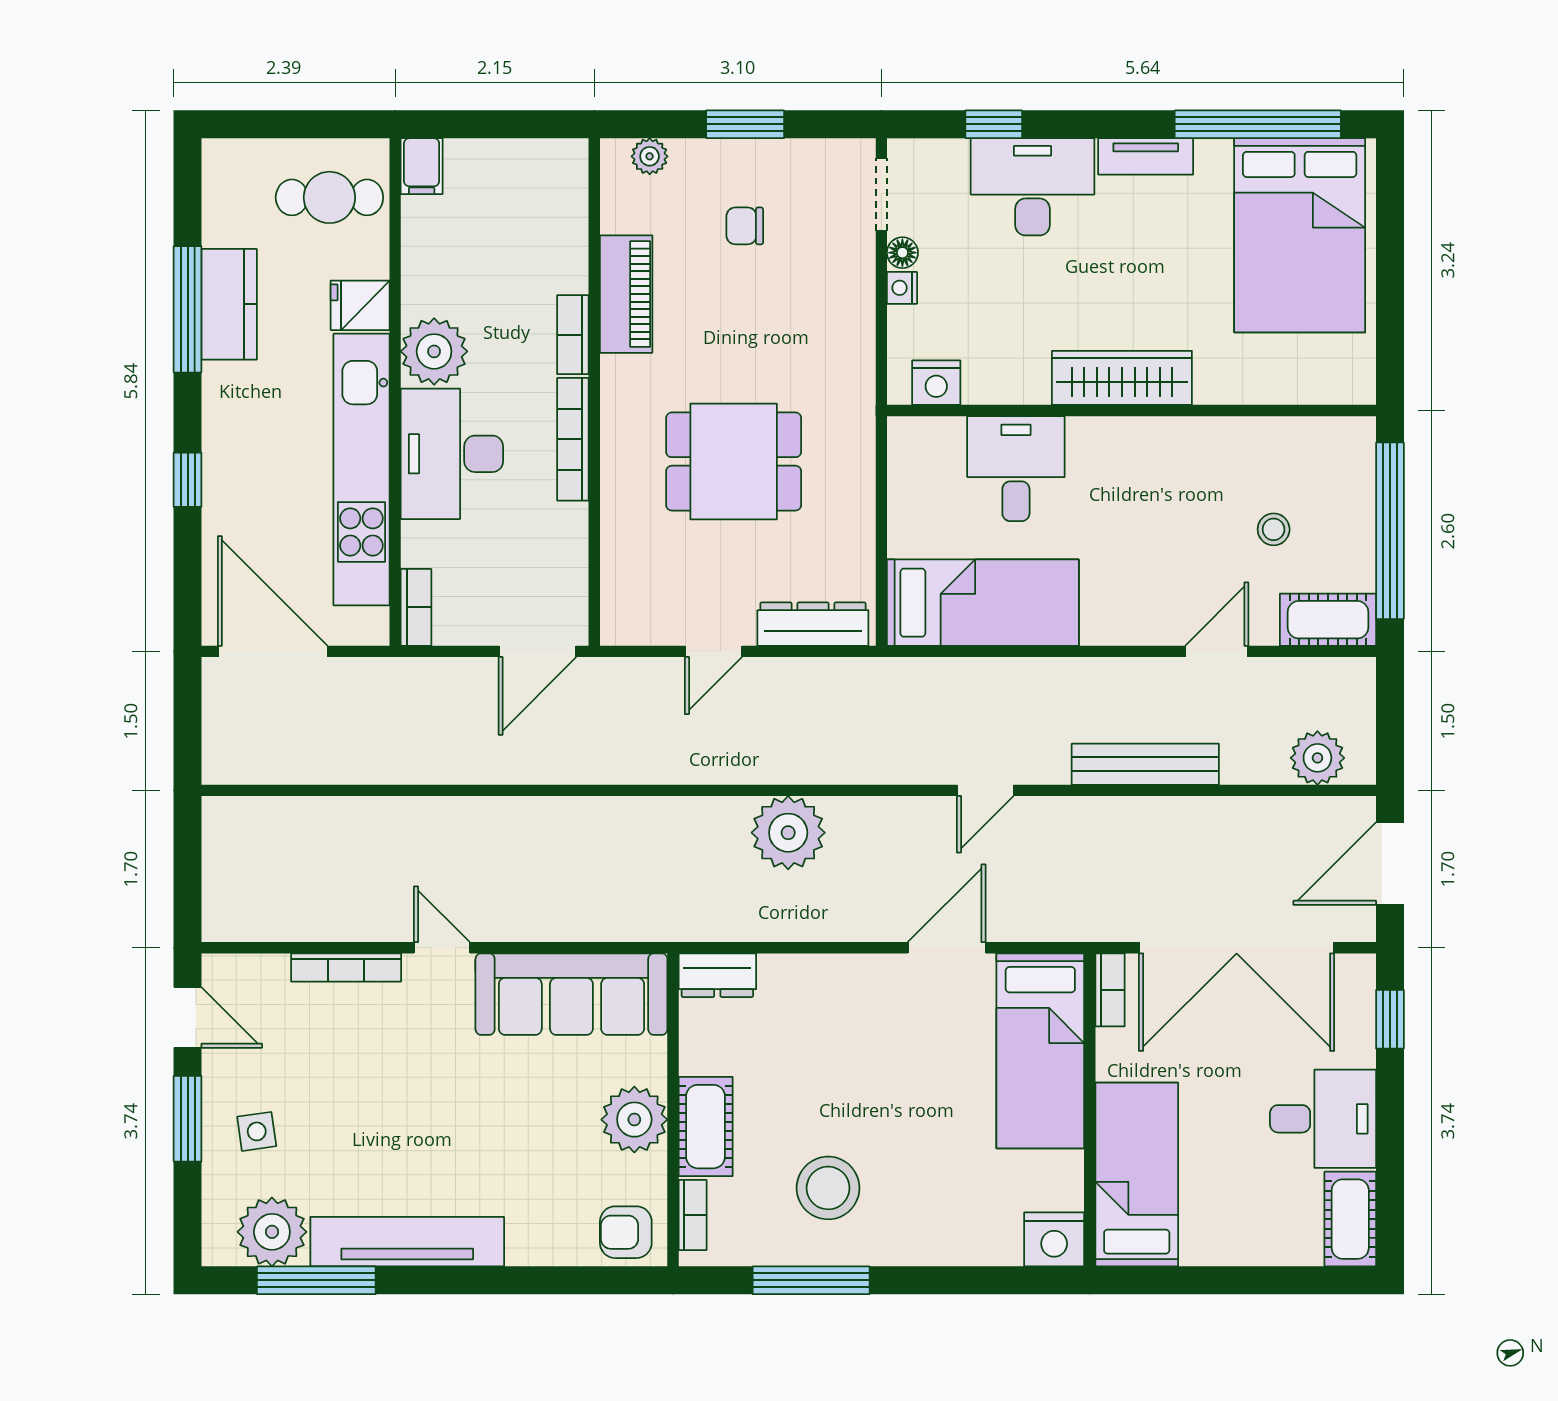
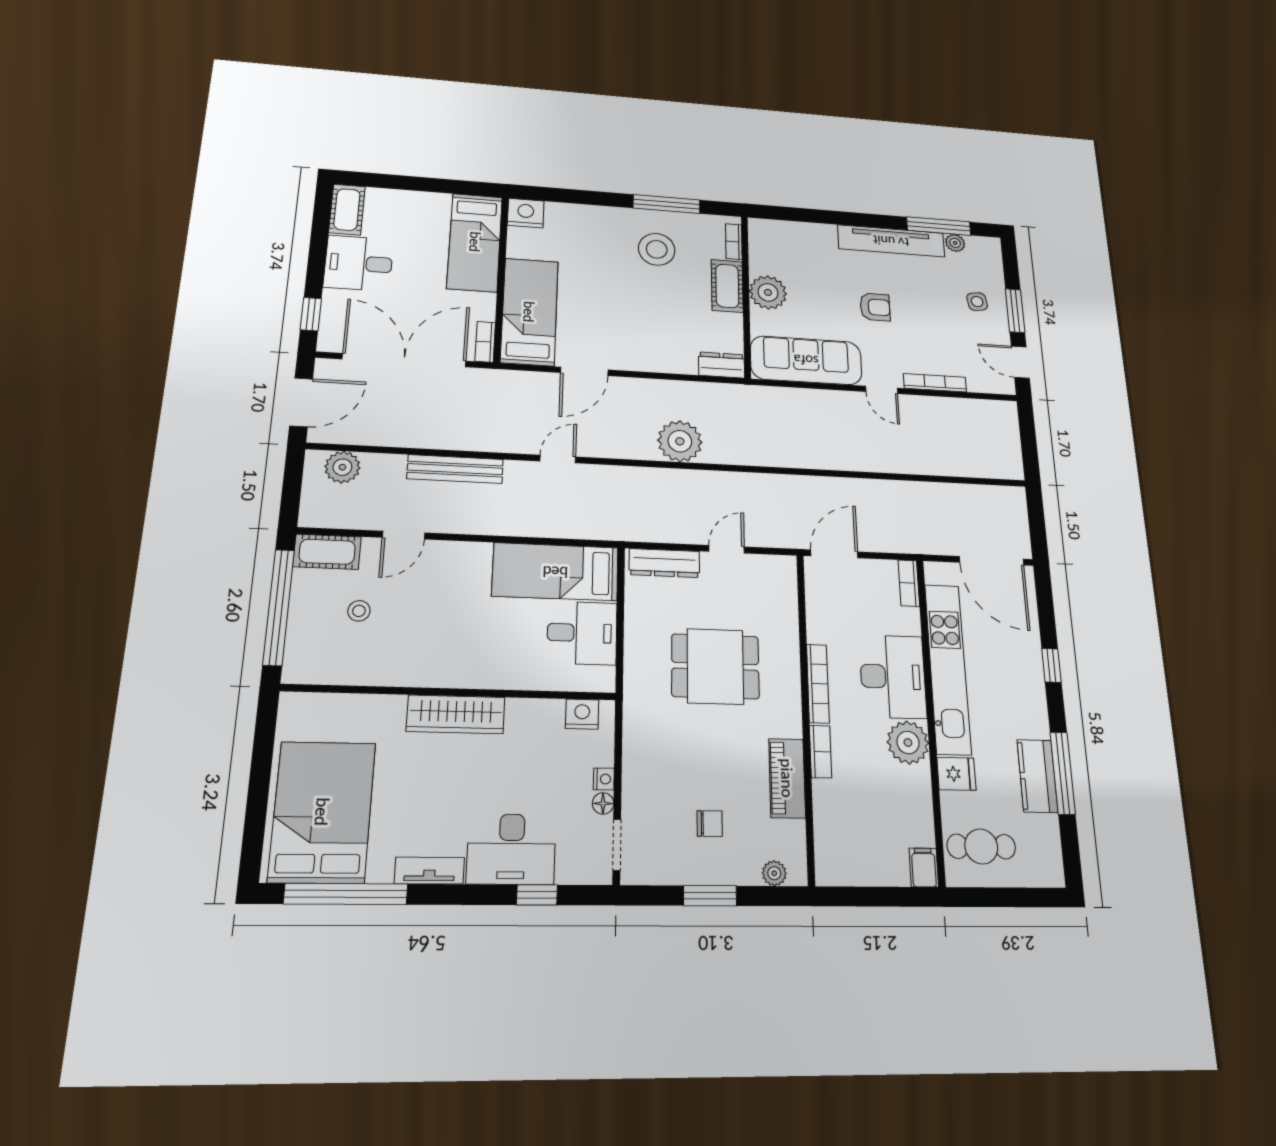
desk: (1016, 469) -> (582, 633), moved, turned -90
plant: (272, 1232) -> (955, 243), width x0.53, depth x0.53
armchair: (626, 1232) -> (875, 307), moved

